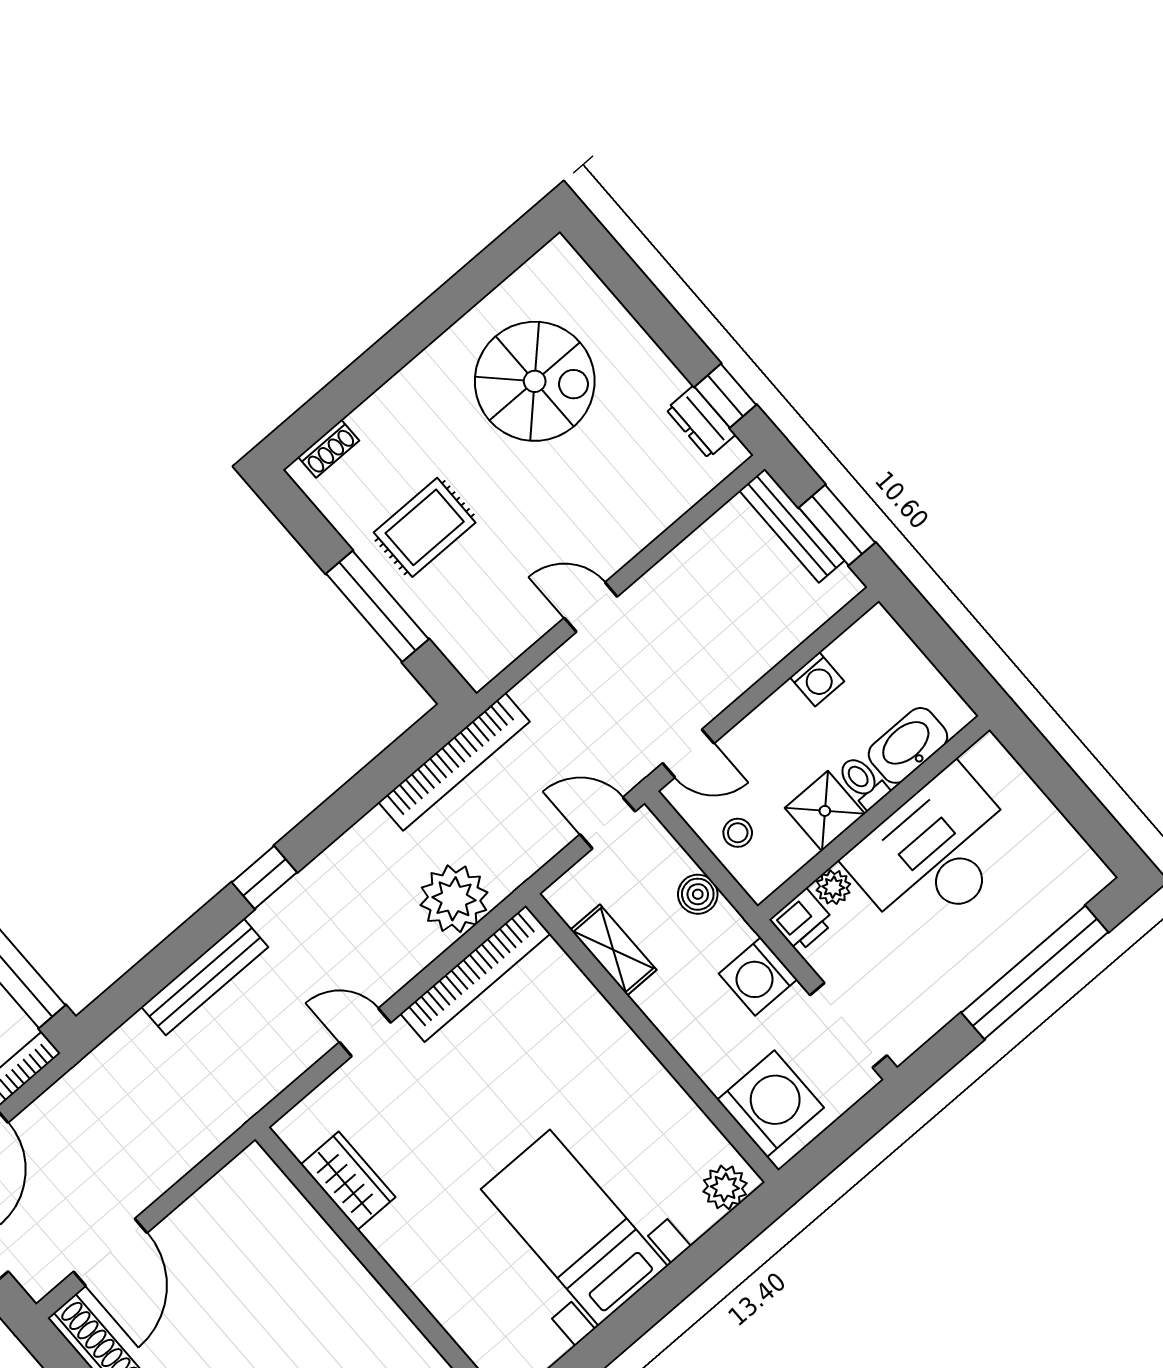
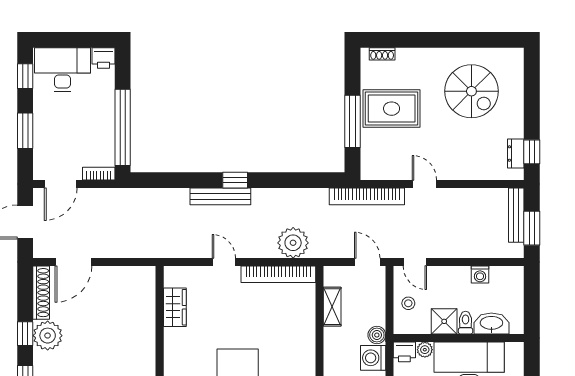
rug: (425, 527) -> (392, 109), width x1.36, depth x1.43
bookcase: (454, 762) -> (367, 196), moved
boiler: (698, 894) -> (377, 335), moved
bench: (205, 977) -> (220, 196), moved

